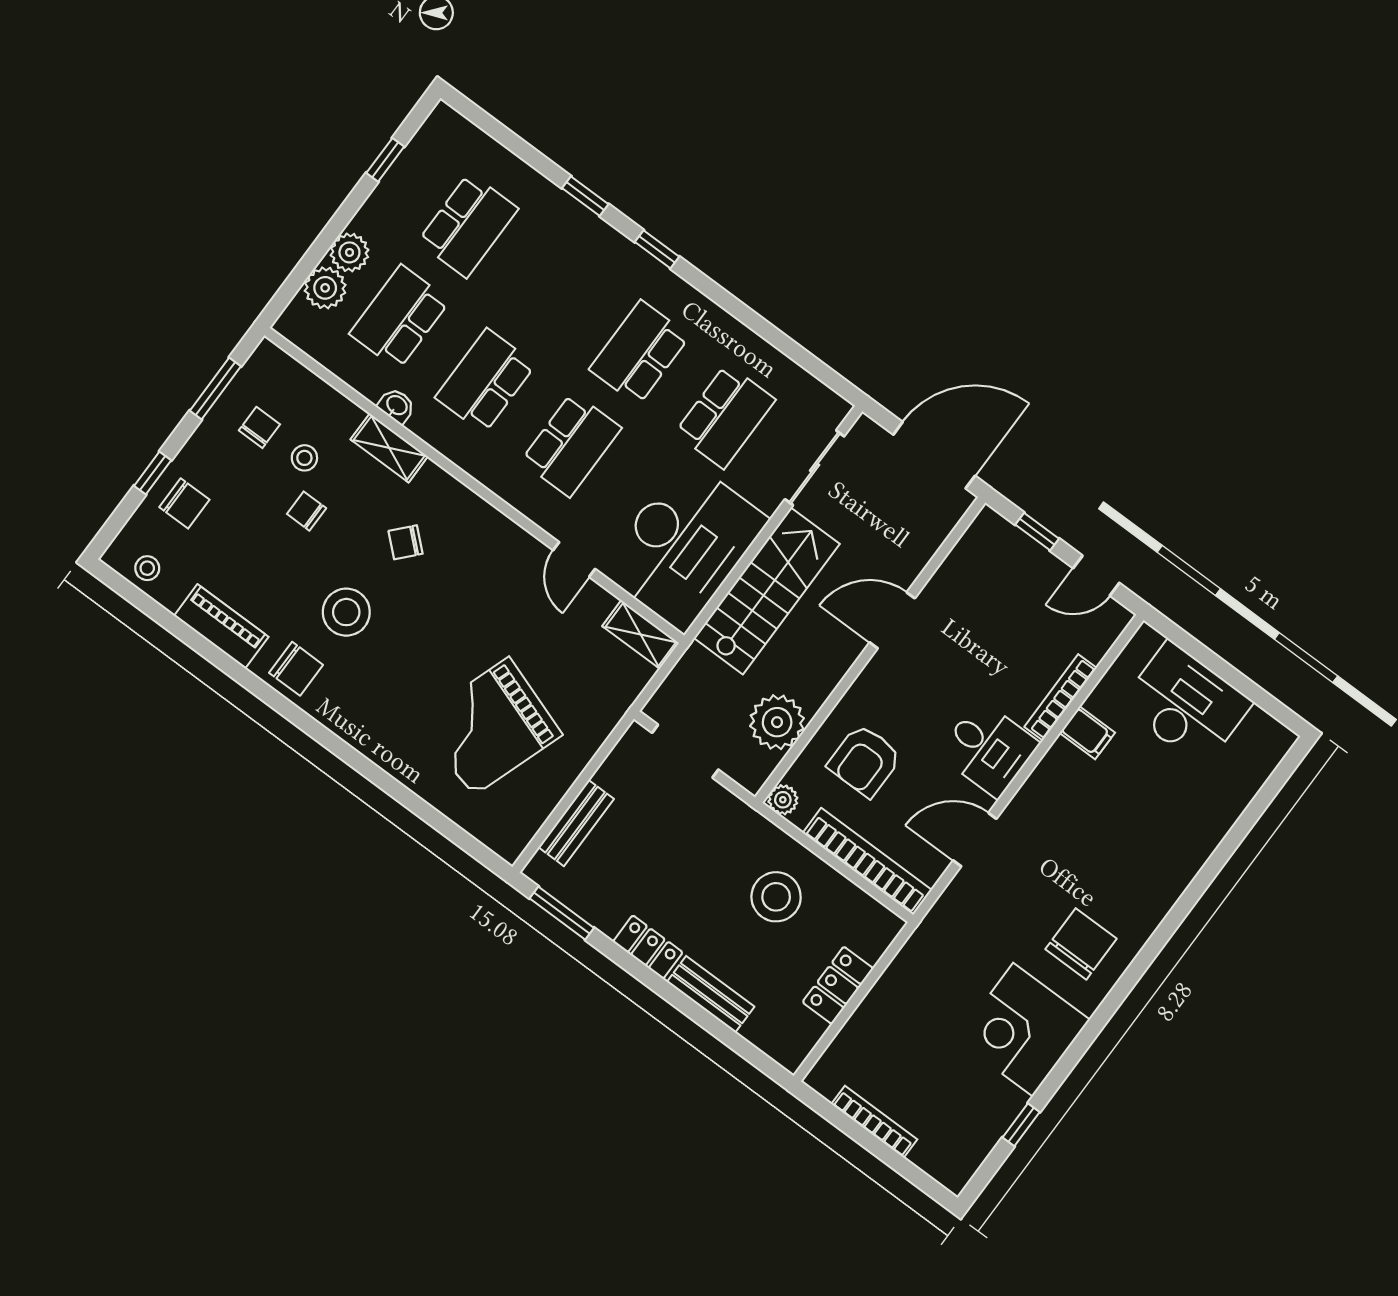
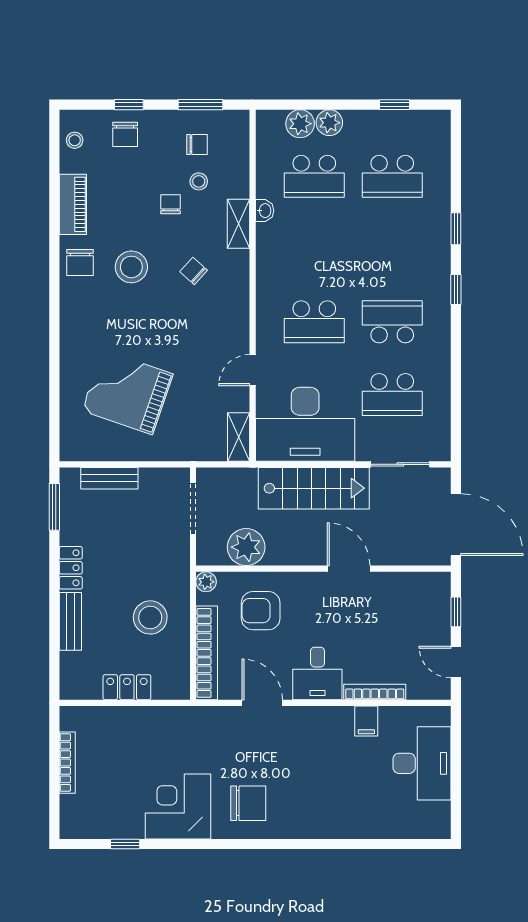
school desk: (400, 317) -> (314, 176), turned 180
school desk: (485, 381) -> (314, 249), removed

